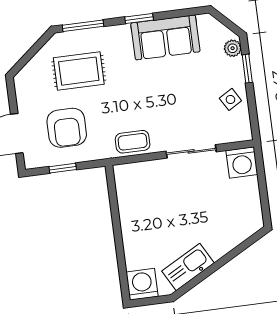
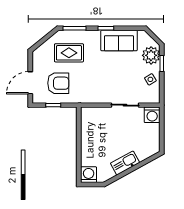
plant: (233, 48) -> (151, 55), width x1.88, depth x1.88
armchair: (67, 128) -> (58, 83), turned -90
coffee table: (133, 142) -> (93, 96), removed
kitchen sink: (188, 267) -> (125, 163), moved

